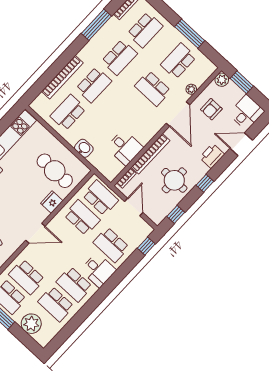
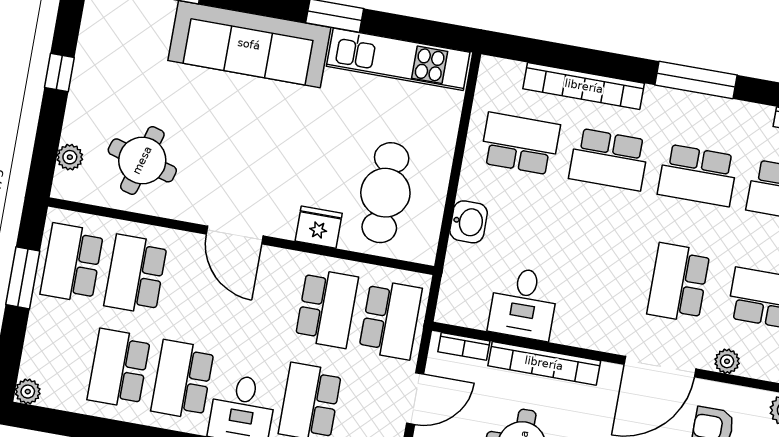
window: (96, 25) -> (696, 80), moved
plant: (31, 324) -> (28, 392), moved, width x0.53, depth x0.53

